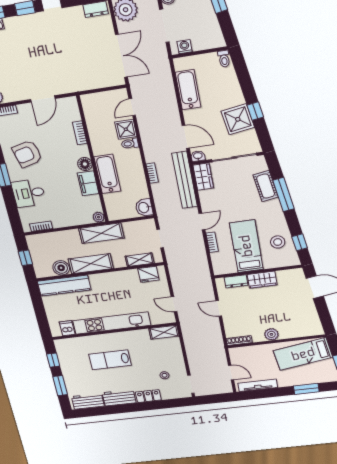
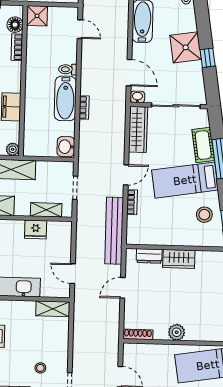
door: (132, 107) -> (80, 29), swing flipped
shower: (238, 119) -> (186, 47), moved
shower: (126, 129) -> (37, 16), moved
floor lamp: (85, 164) -> (15, 25), moved
bathtub: (107, 174) -> (65, 98), moved, turned 180
wardrobe: (203, 177) -> (138, 129), width x1.50
bench: (185, 180) -> (114, 231), moved
bed: (246, 246) -> (185, 180), moved, turned -99
fridge: (148, 274) -> (36, 230), moved
door: (219, 308) -> (123, 288), hinge flipped

